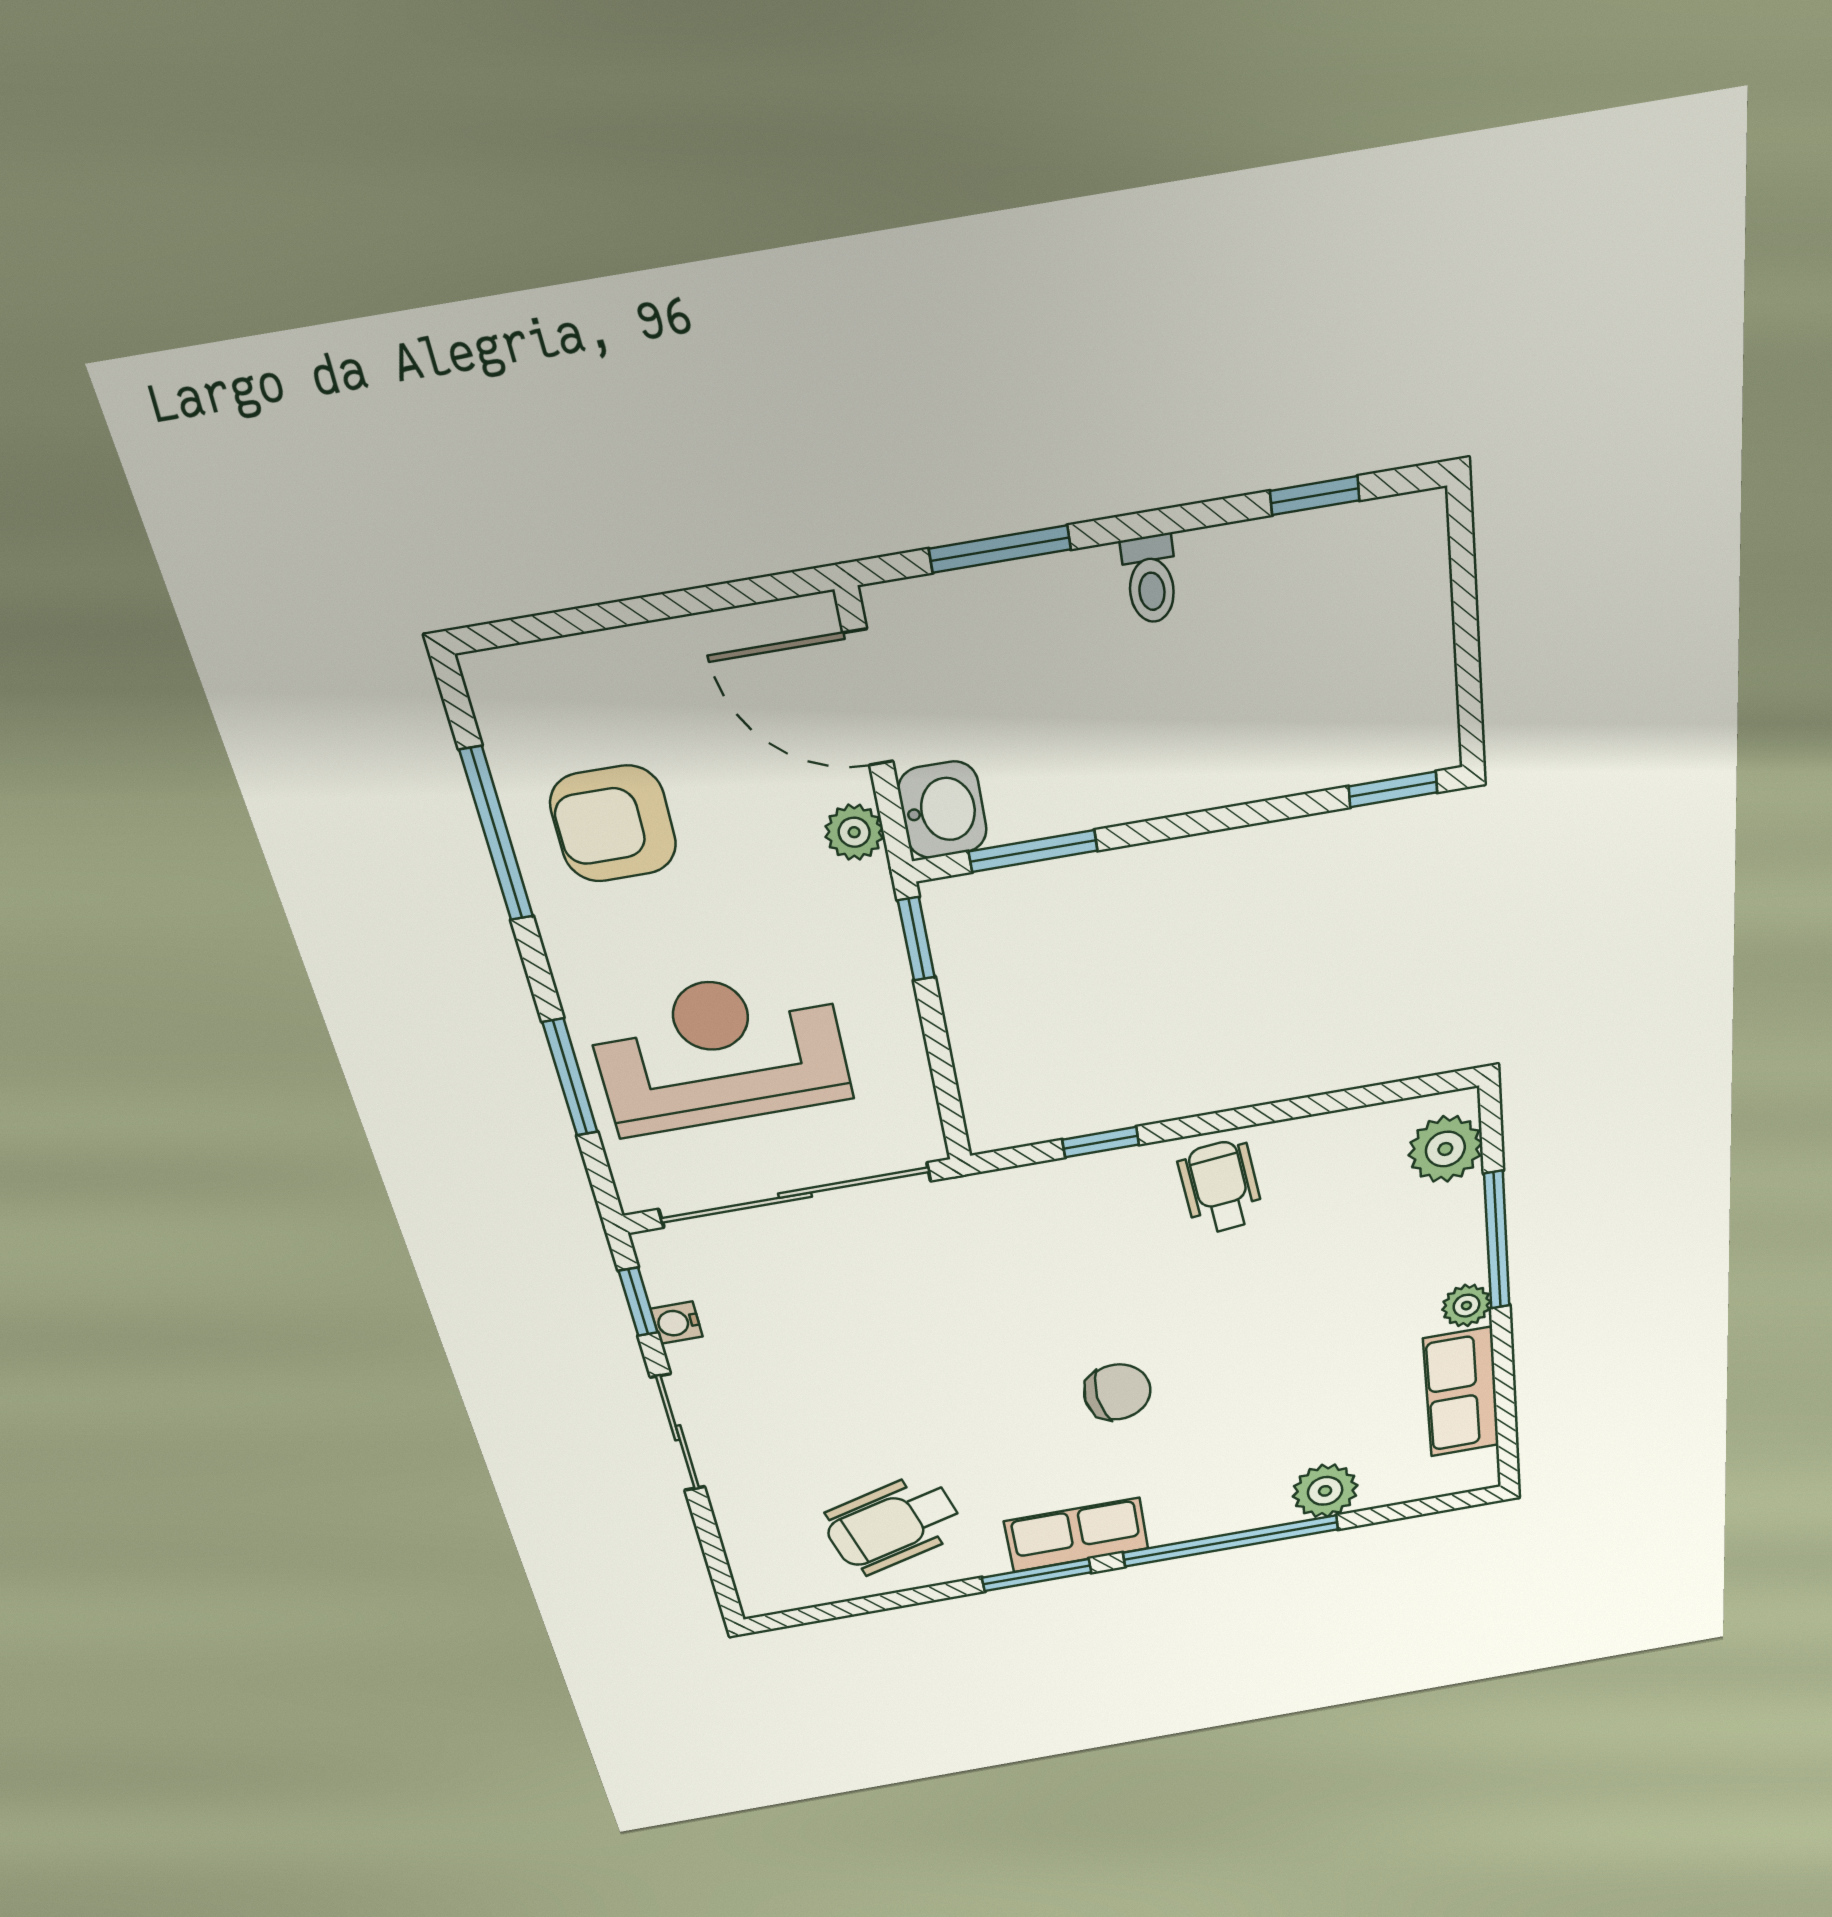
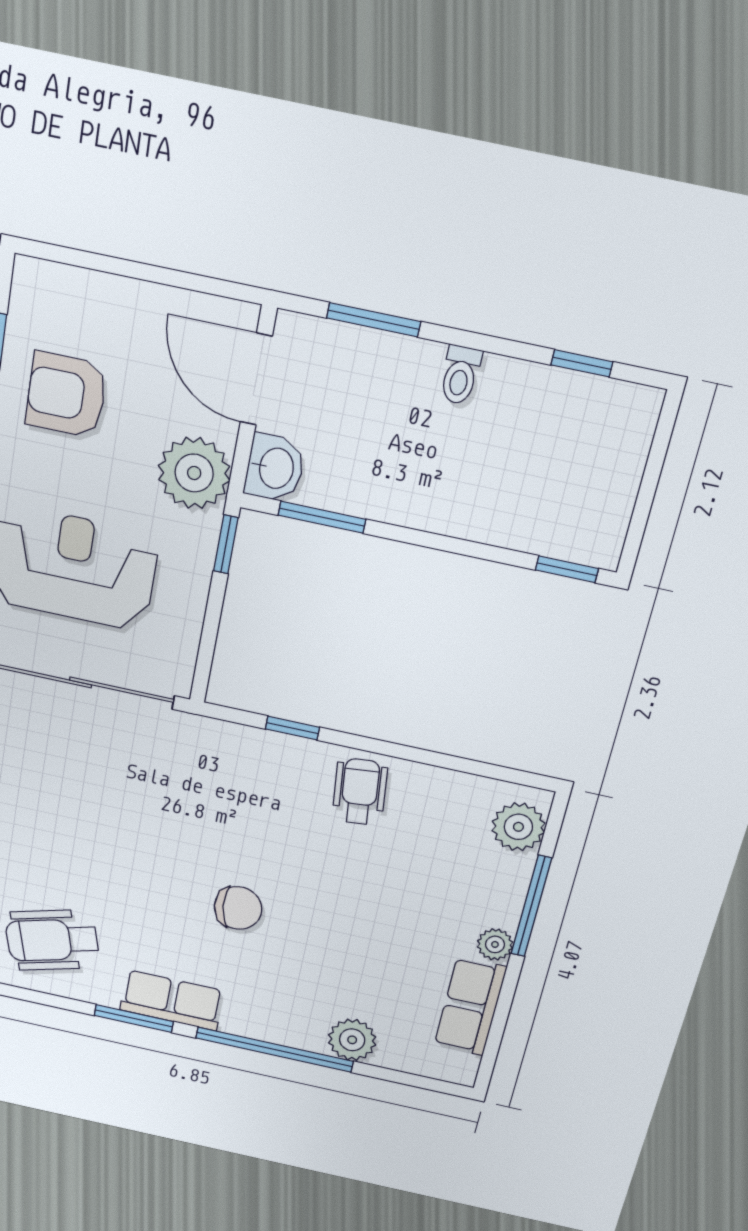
plant: (854, 832) -> (194, 473), width x1.88, depth x1.88

